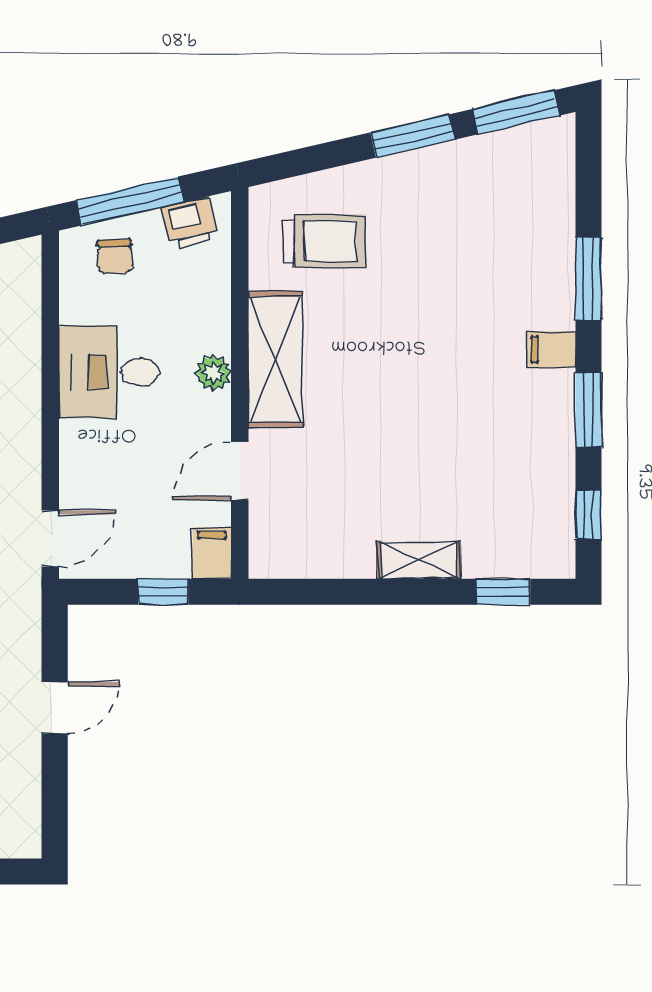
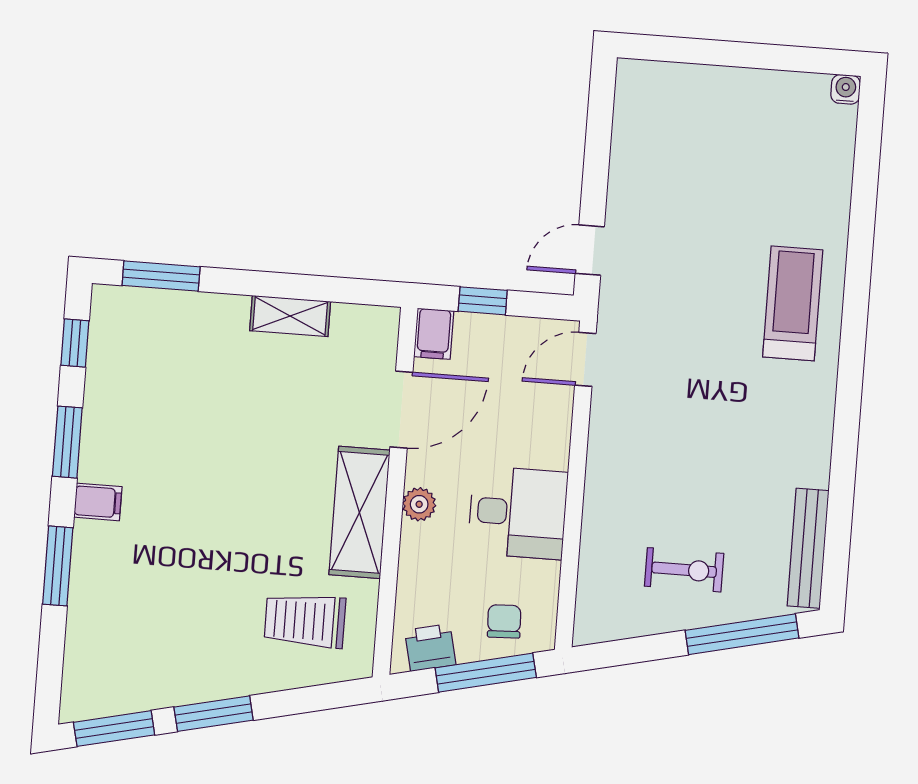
door: (240, 471) -> (401, 410), width x1.38
shelving: (419, 560) -> (290, 316), moved
window: (503, 592) -> (161, 276), width x1.50
door: (55, 708) -> (590, 250), moved

